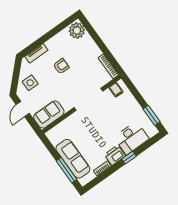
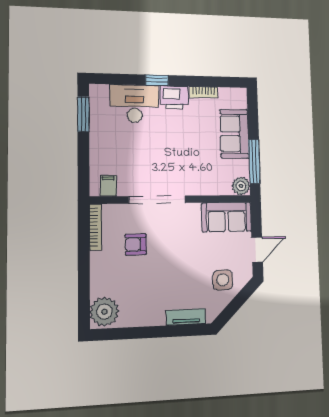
armchair: (61, 66) -> (136, 244), moved
plant: (52, 135) -> (241, 186), added
sofa: (73, 159) -> (234, 134), width x0.73
window: (66, 170) -> (254, 161), moved

